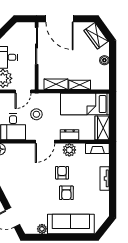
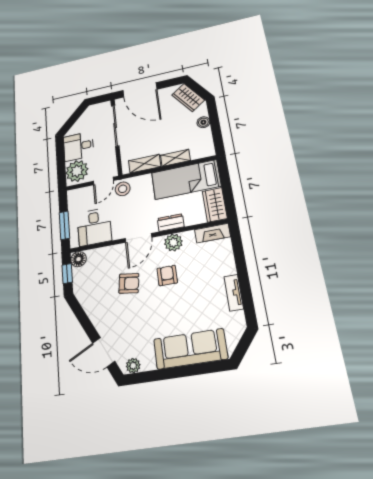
stool: (36, 114) -> (123, 189), moved
tv unit: (105, 178) -> (234, 293), moved
armchair: (66, 193) -> (129, 283), moved, turned -82
plant: (42, 229) -> (133, 366), moved

